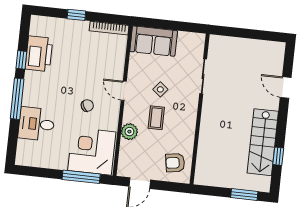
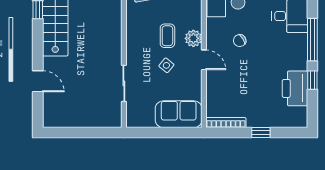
plant: (129, 132) -> (193, 38), moved

